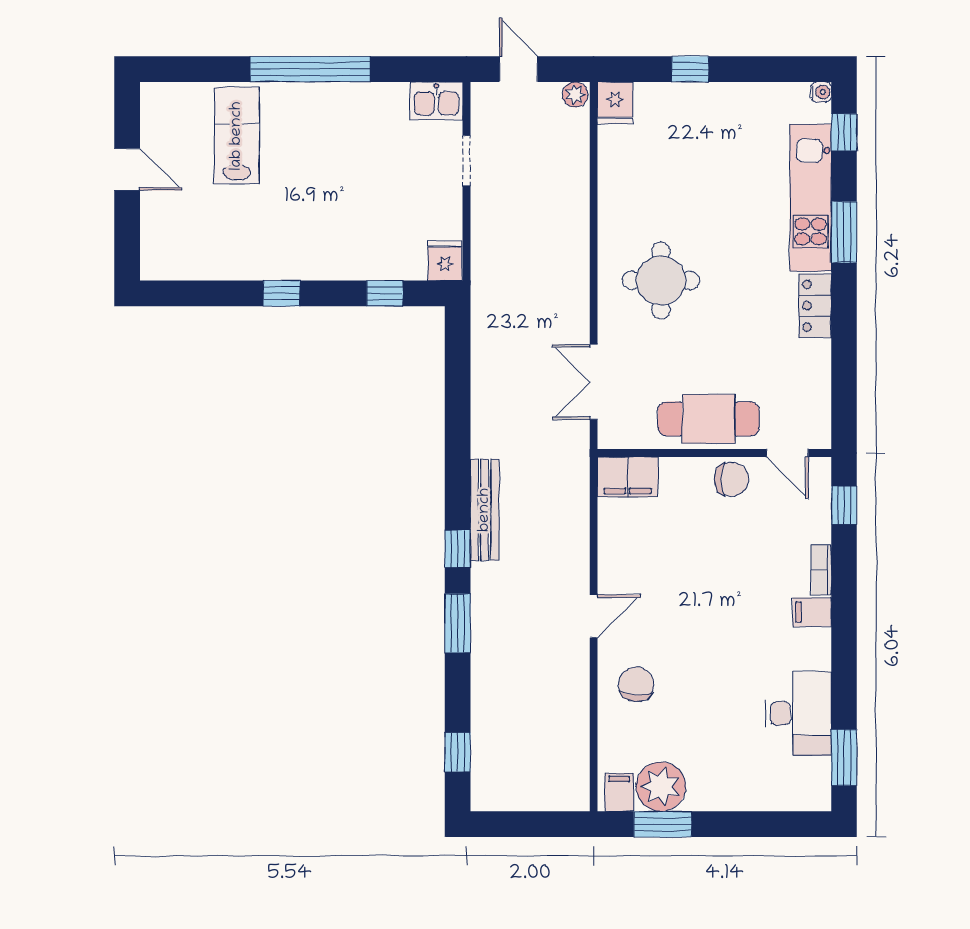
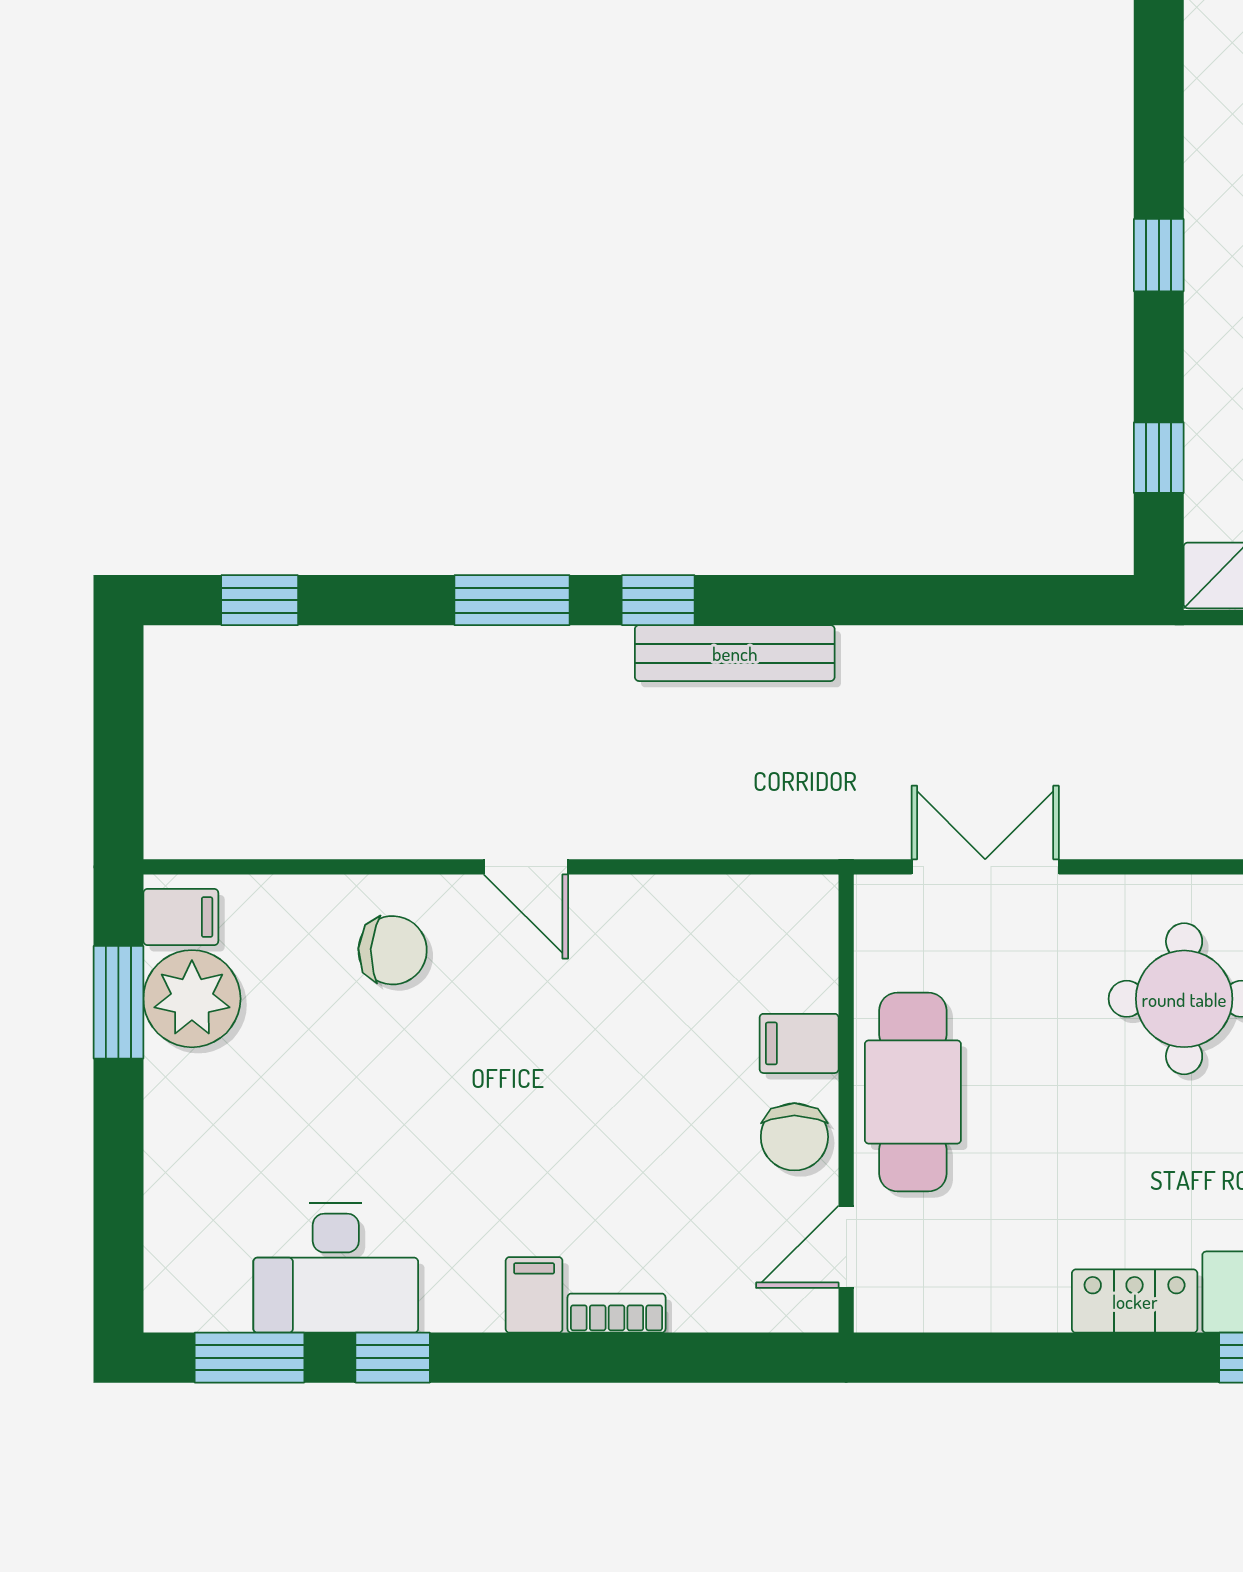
filing cabinet: (628, 477) -> (799, 1043), moved, width x0.50
window: (844, 505) -> (393, 1358), moved

